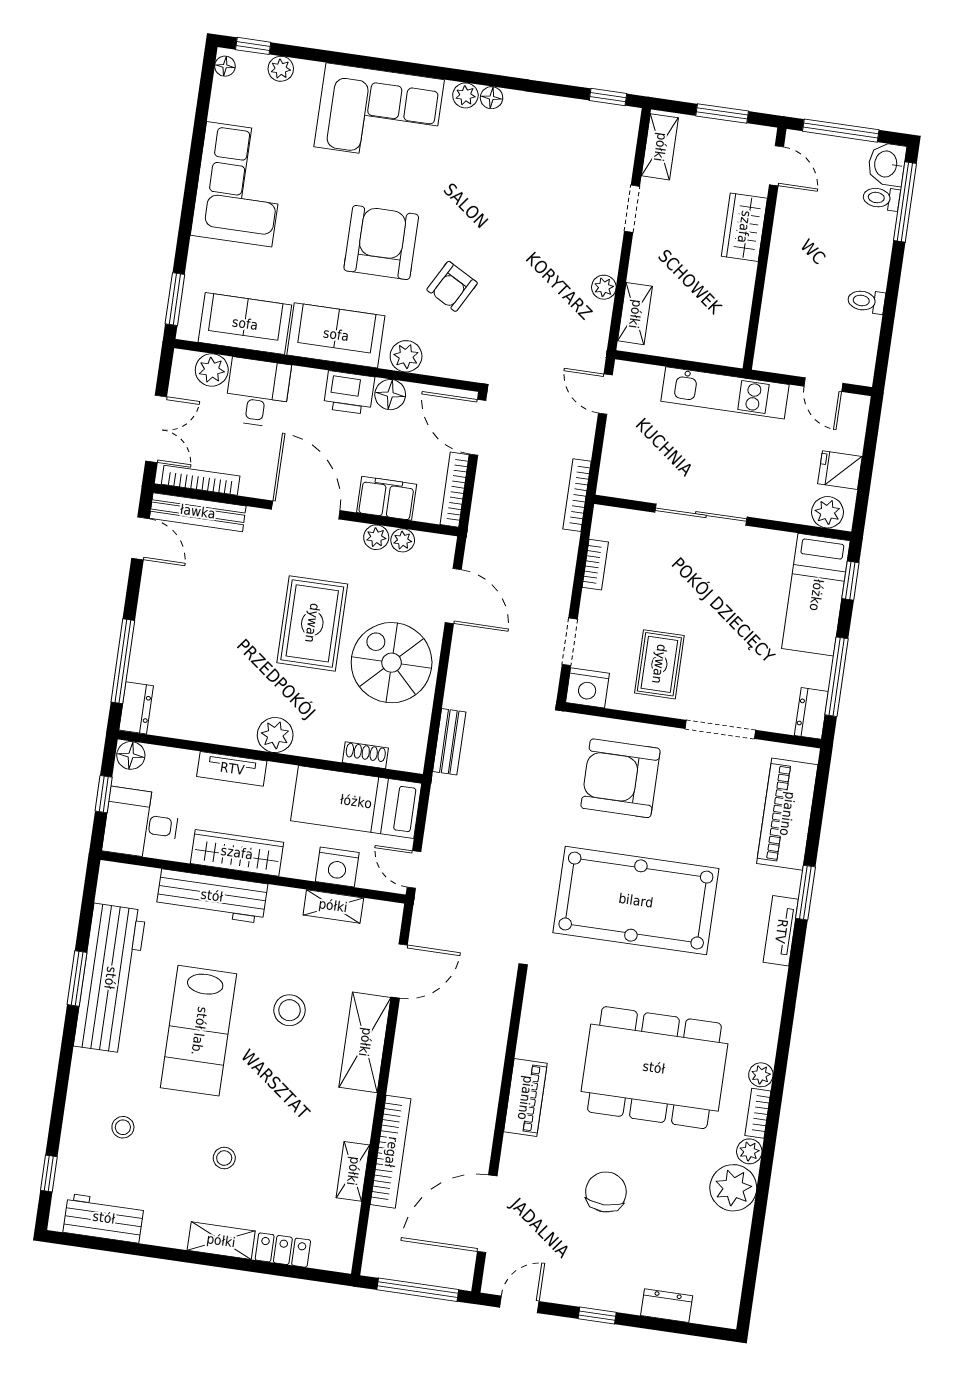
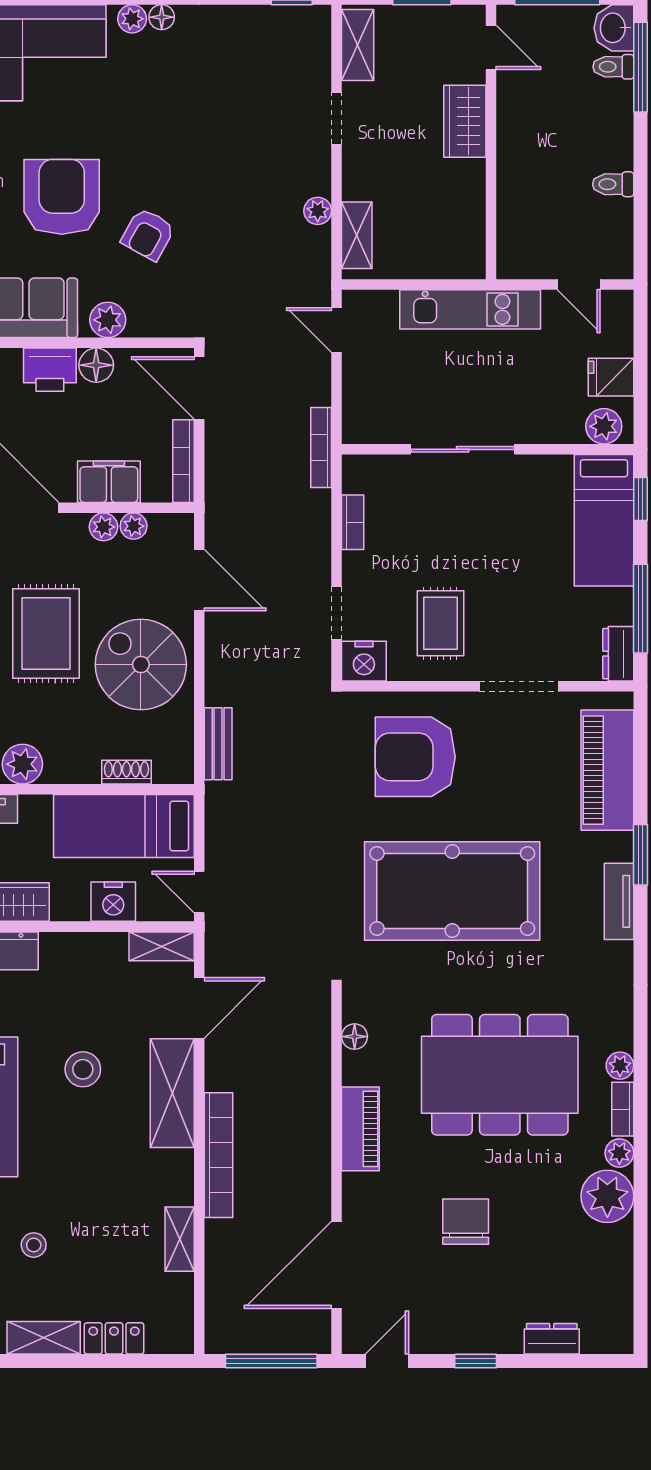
shelving: (333, 906) -> (162, 946), moved
floor lamp: (532, 1016) -> (355, 1037), added
bookcase: (391, 1152) -> (219, 1155), moved

